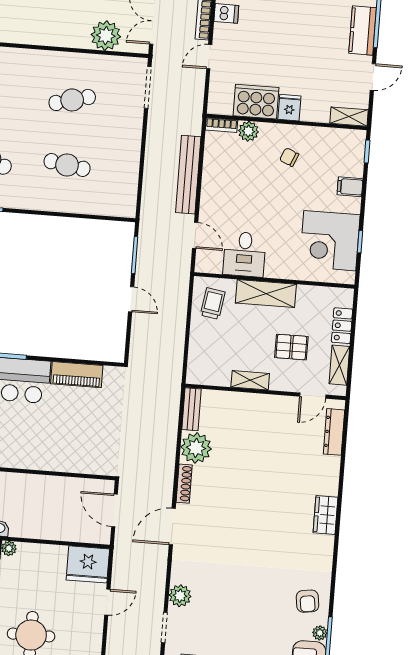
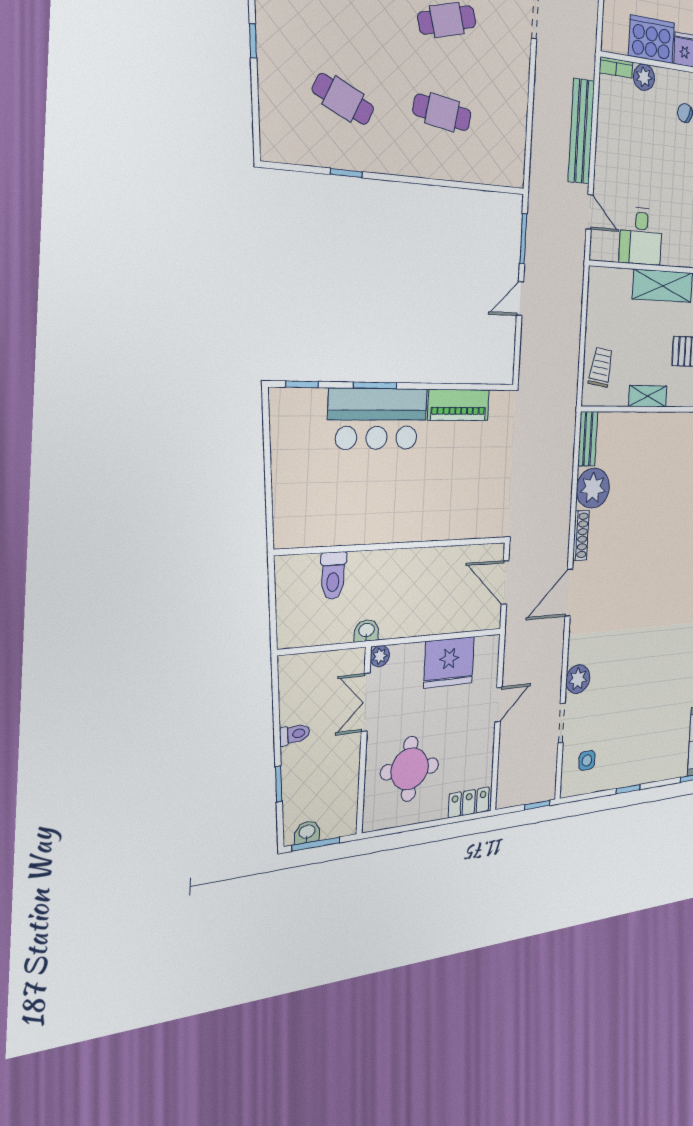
door: (131, 299) -> (520, 299), swing flipped
trolley: (213, 303) -> (601, 367), moved
fridge: (88, 564) -> (449, 662), moved

